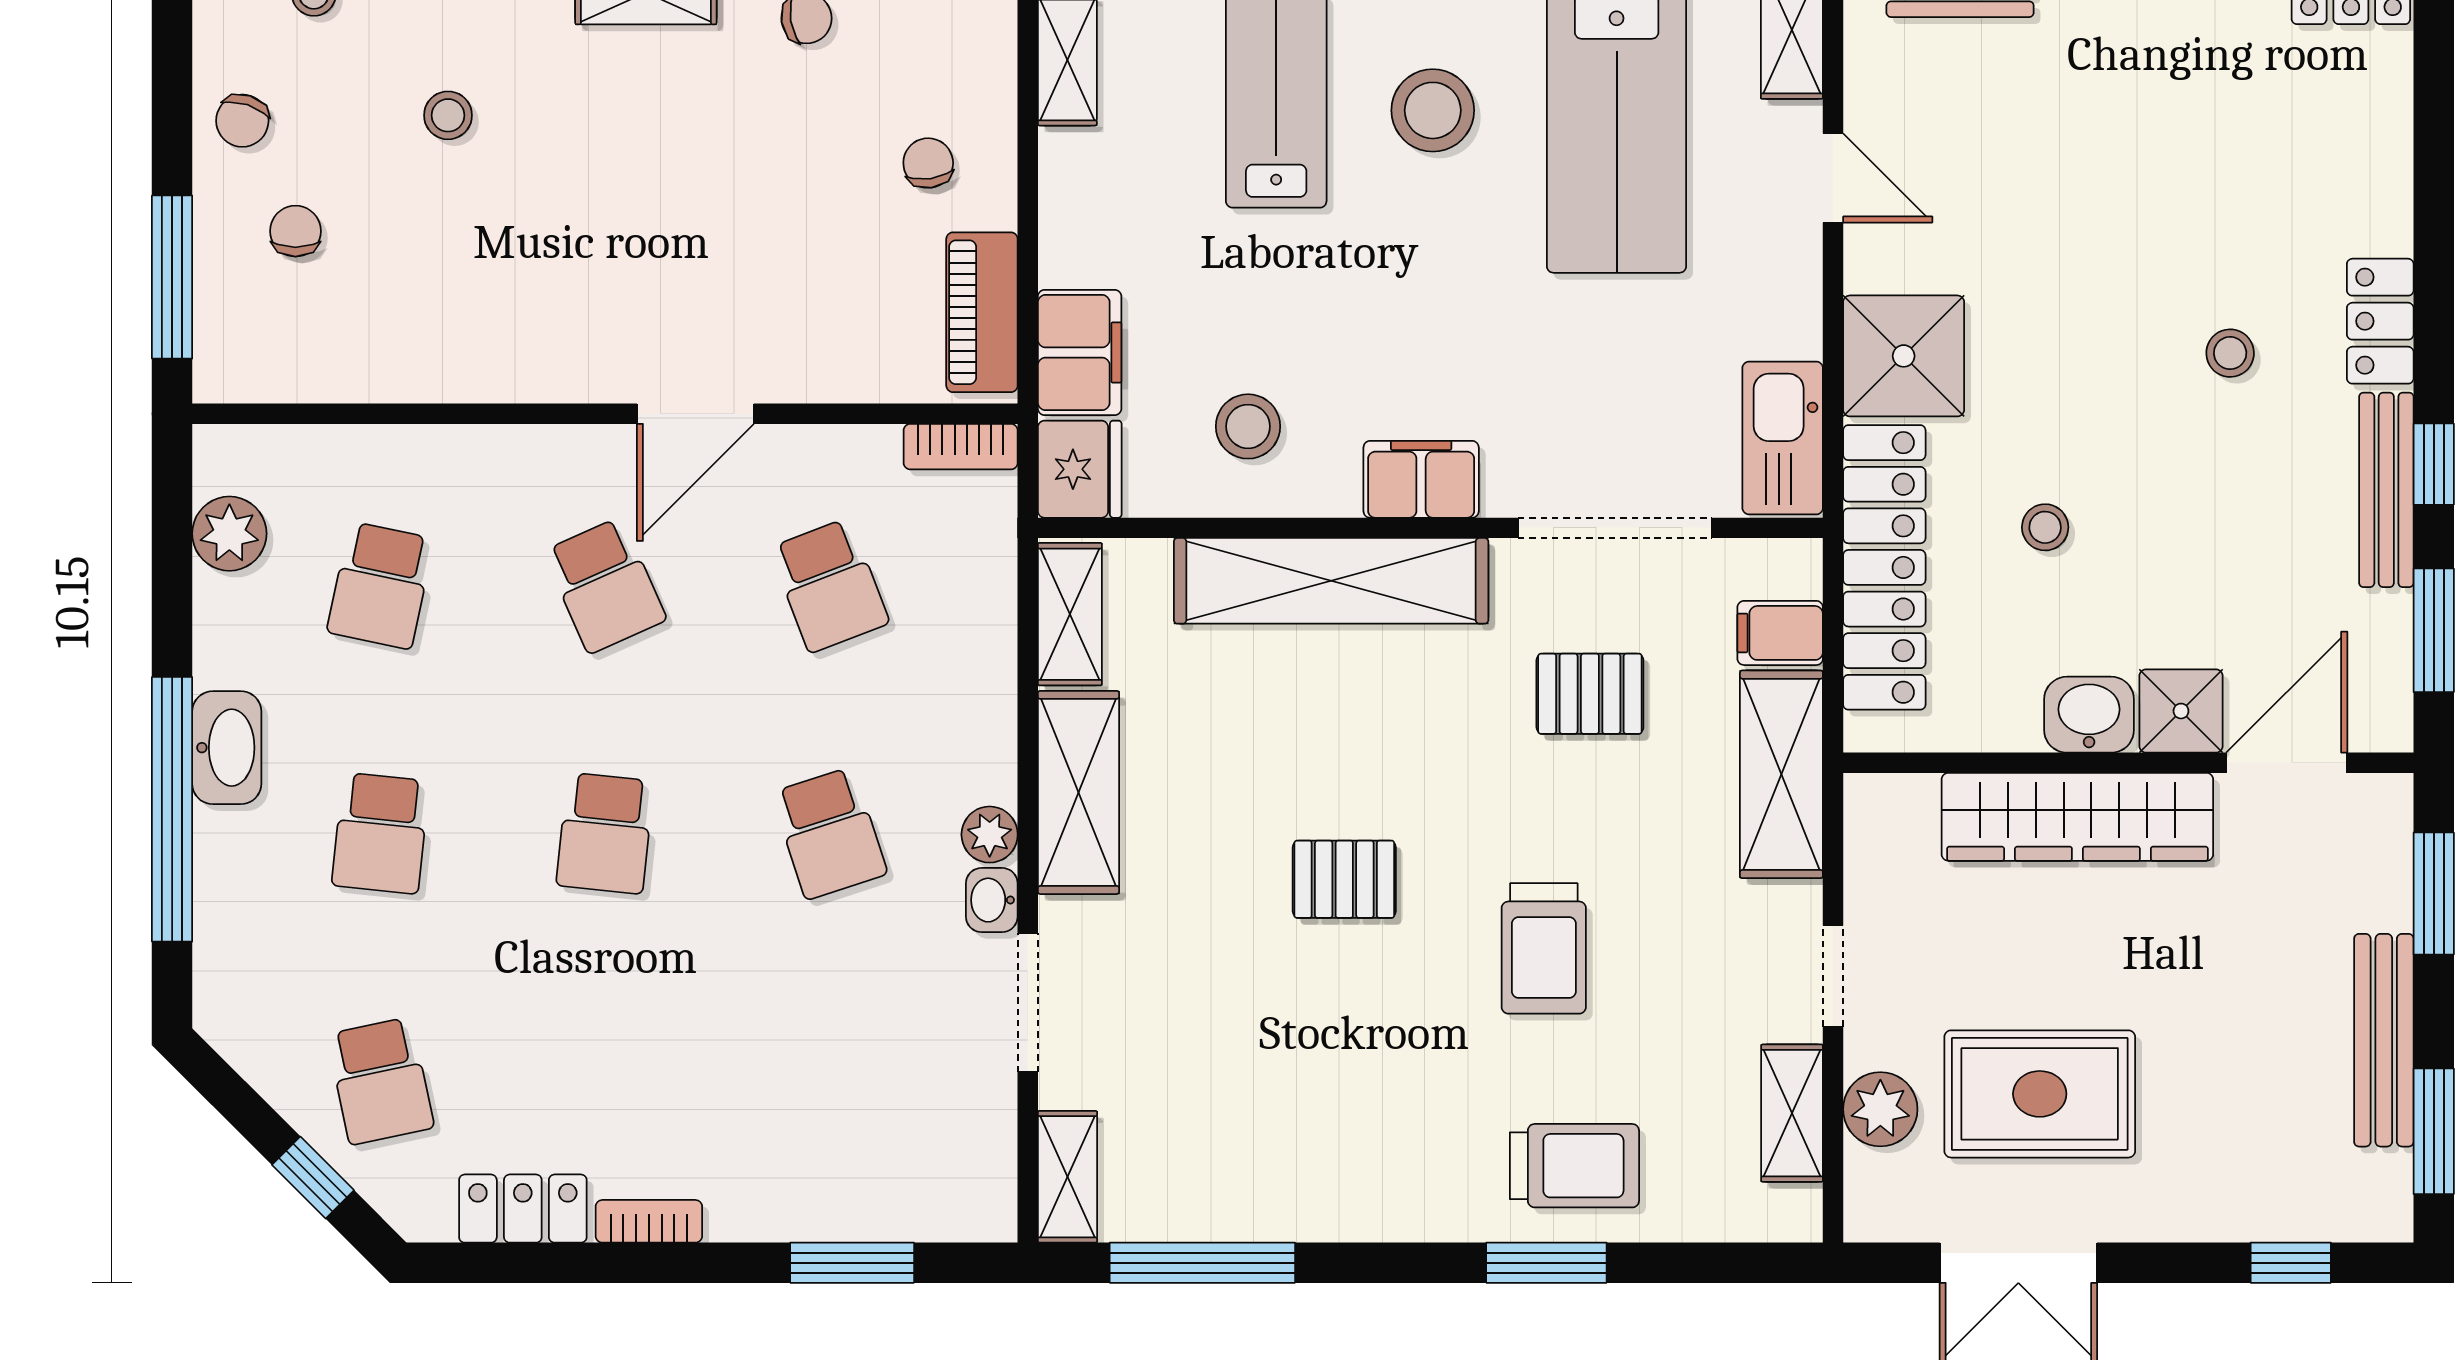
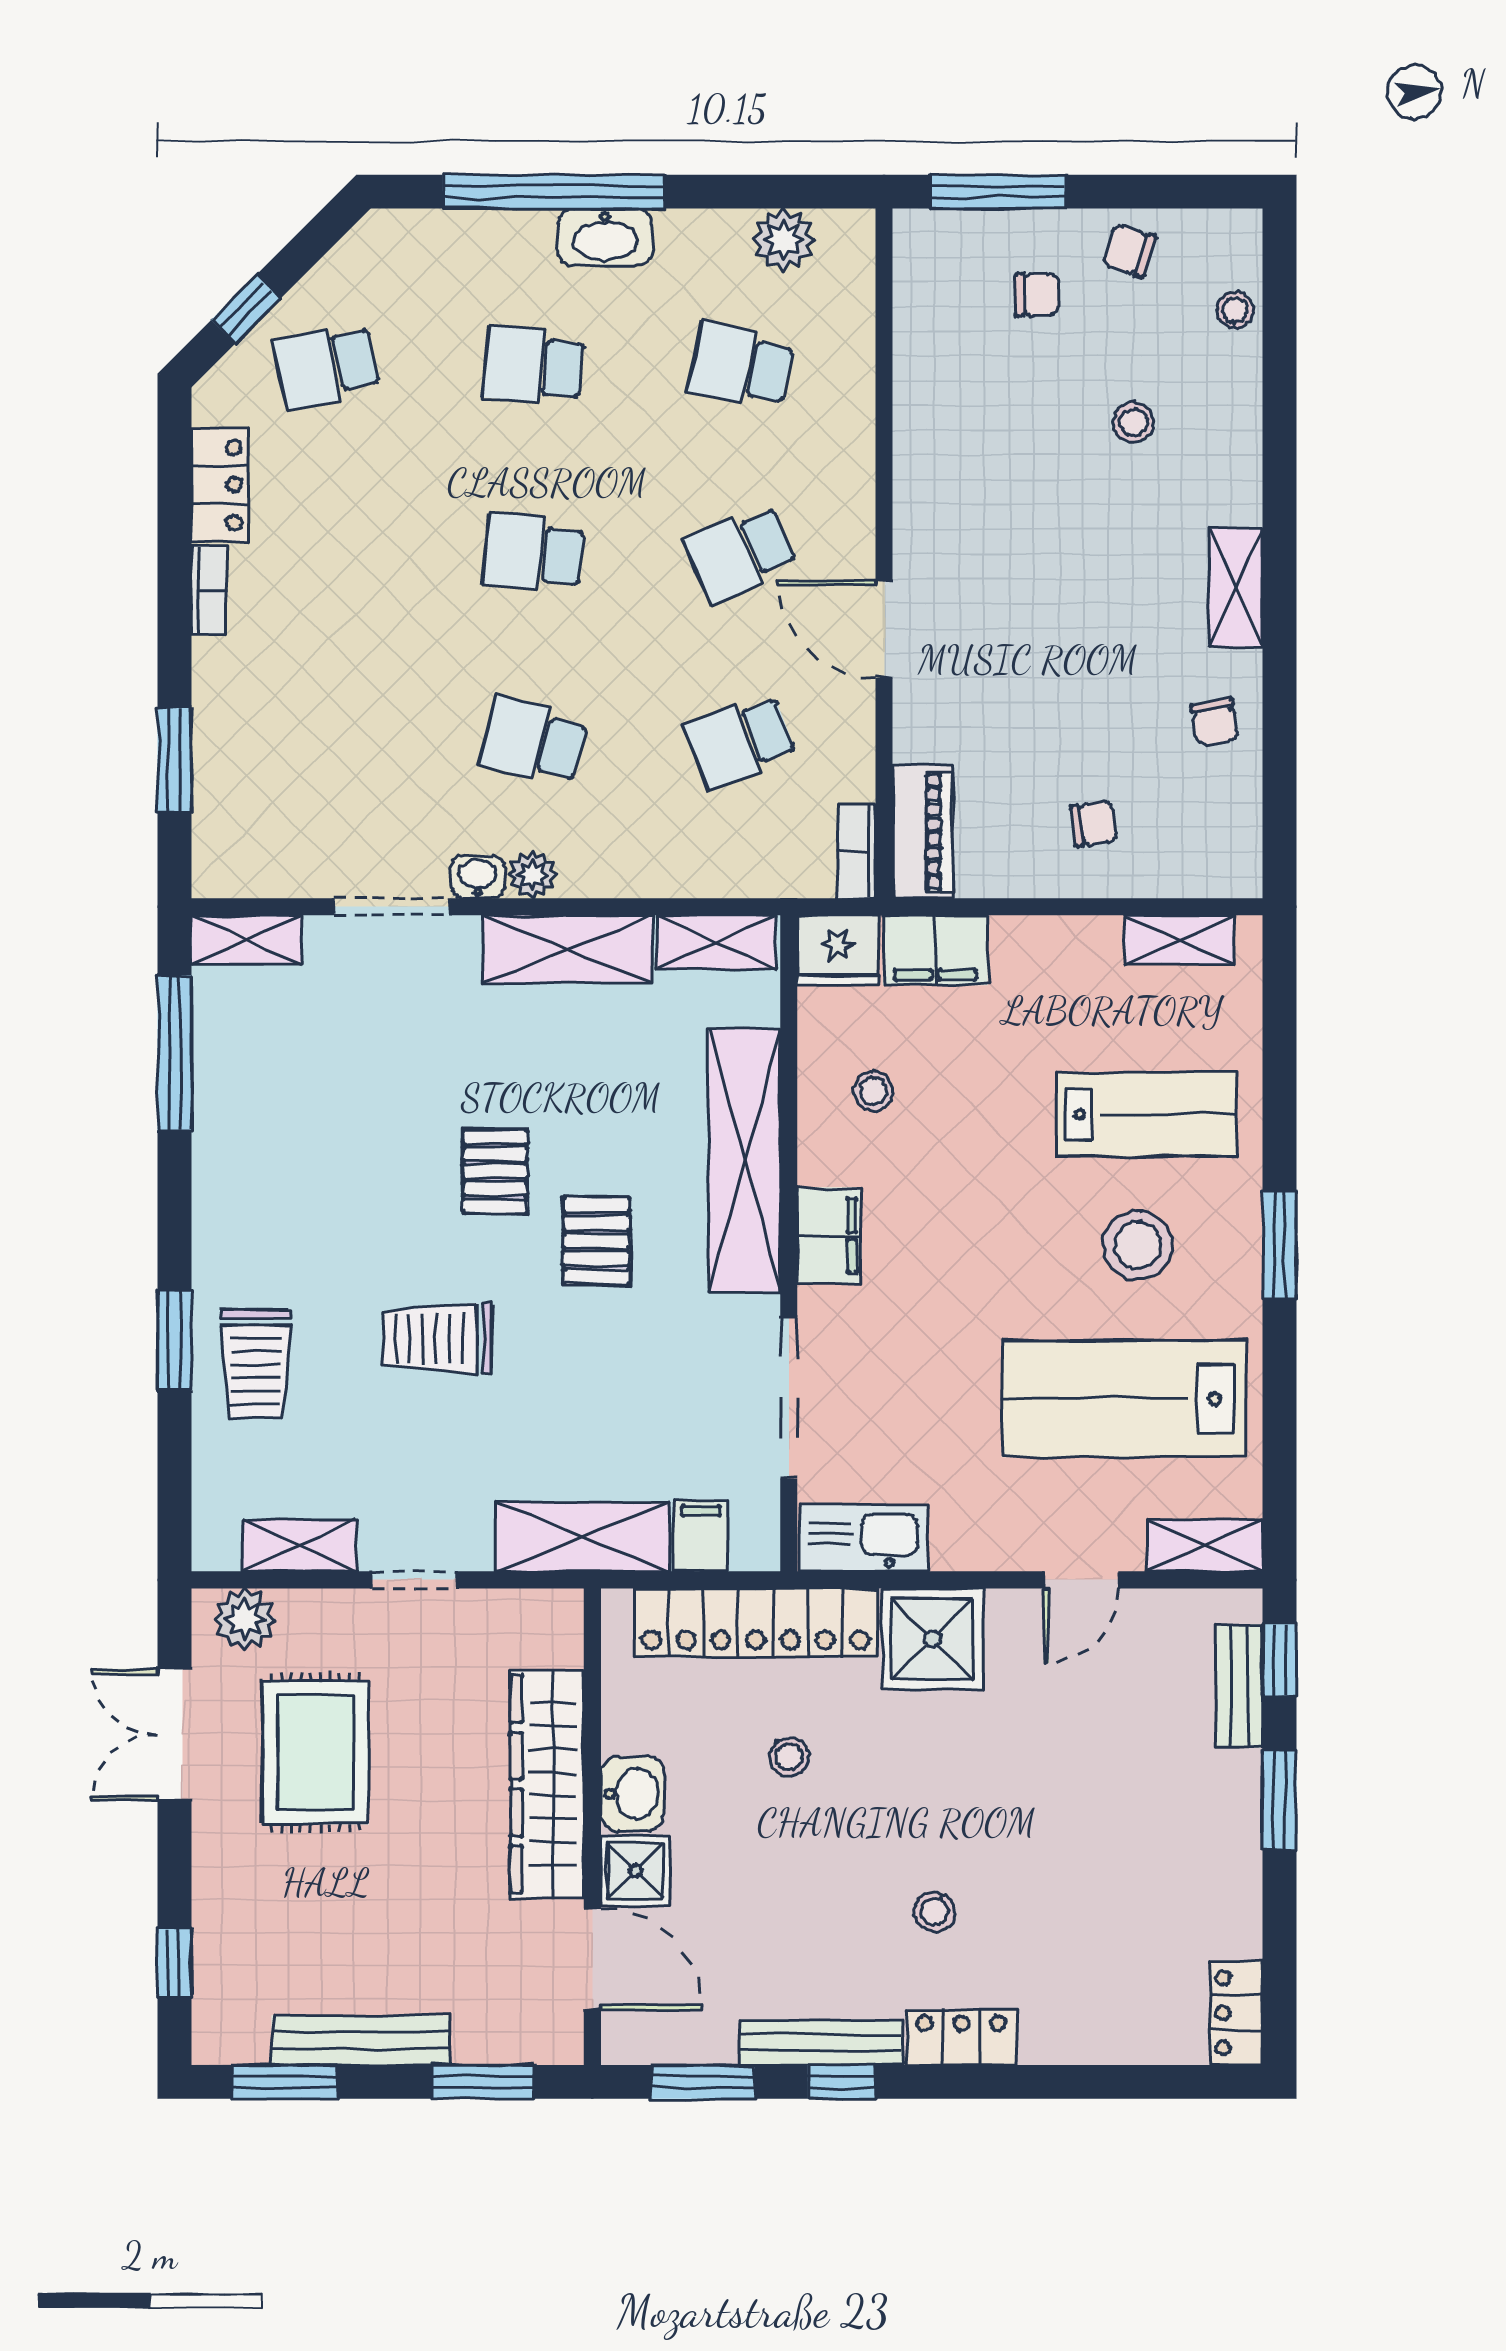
piano: (982, 312) -> (922, 832), moved, turned 90
stool: (1248, 426) -> (873, 1091), width x0.73, depth x0.73
pallet: (1590, 694) -> (597, 1241), moved
school desk: (829, 833) -> (533, 741), turned 33
plant: (1880, 1109) -> (245, 1619), moved

